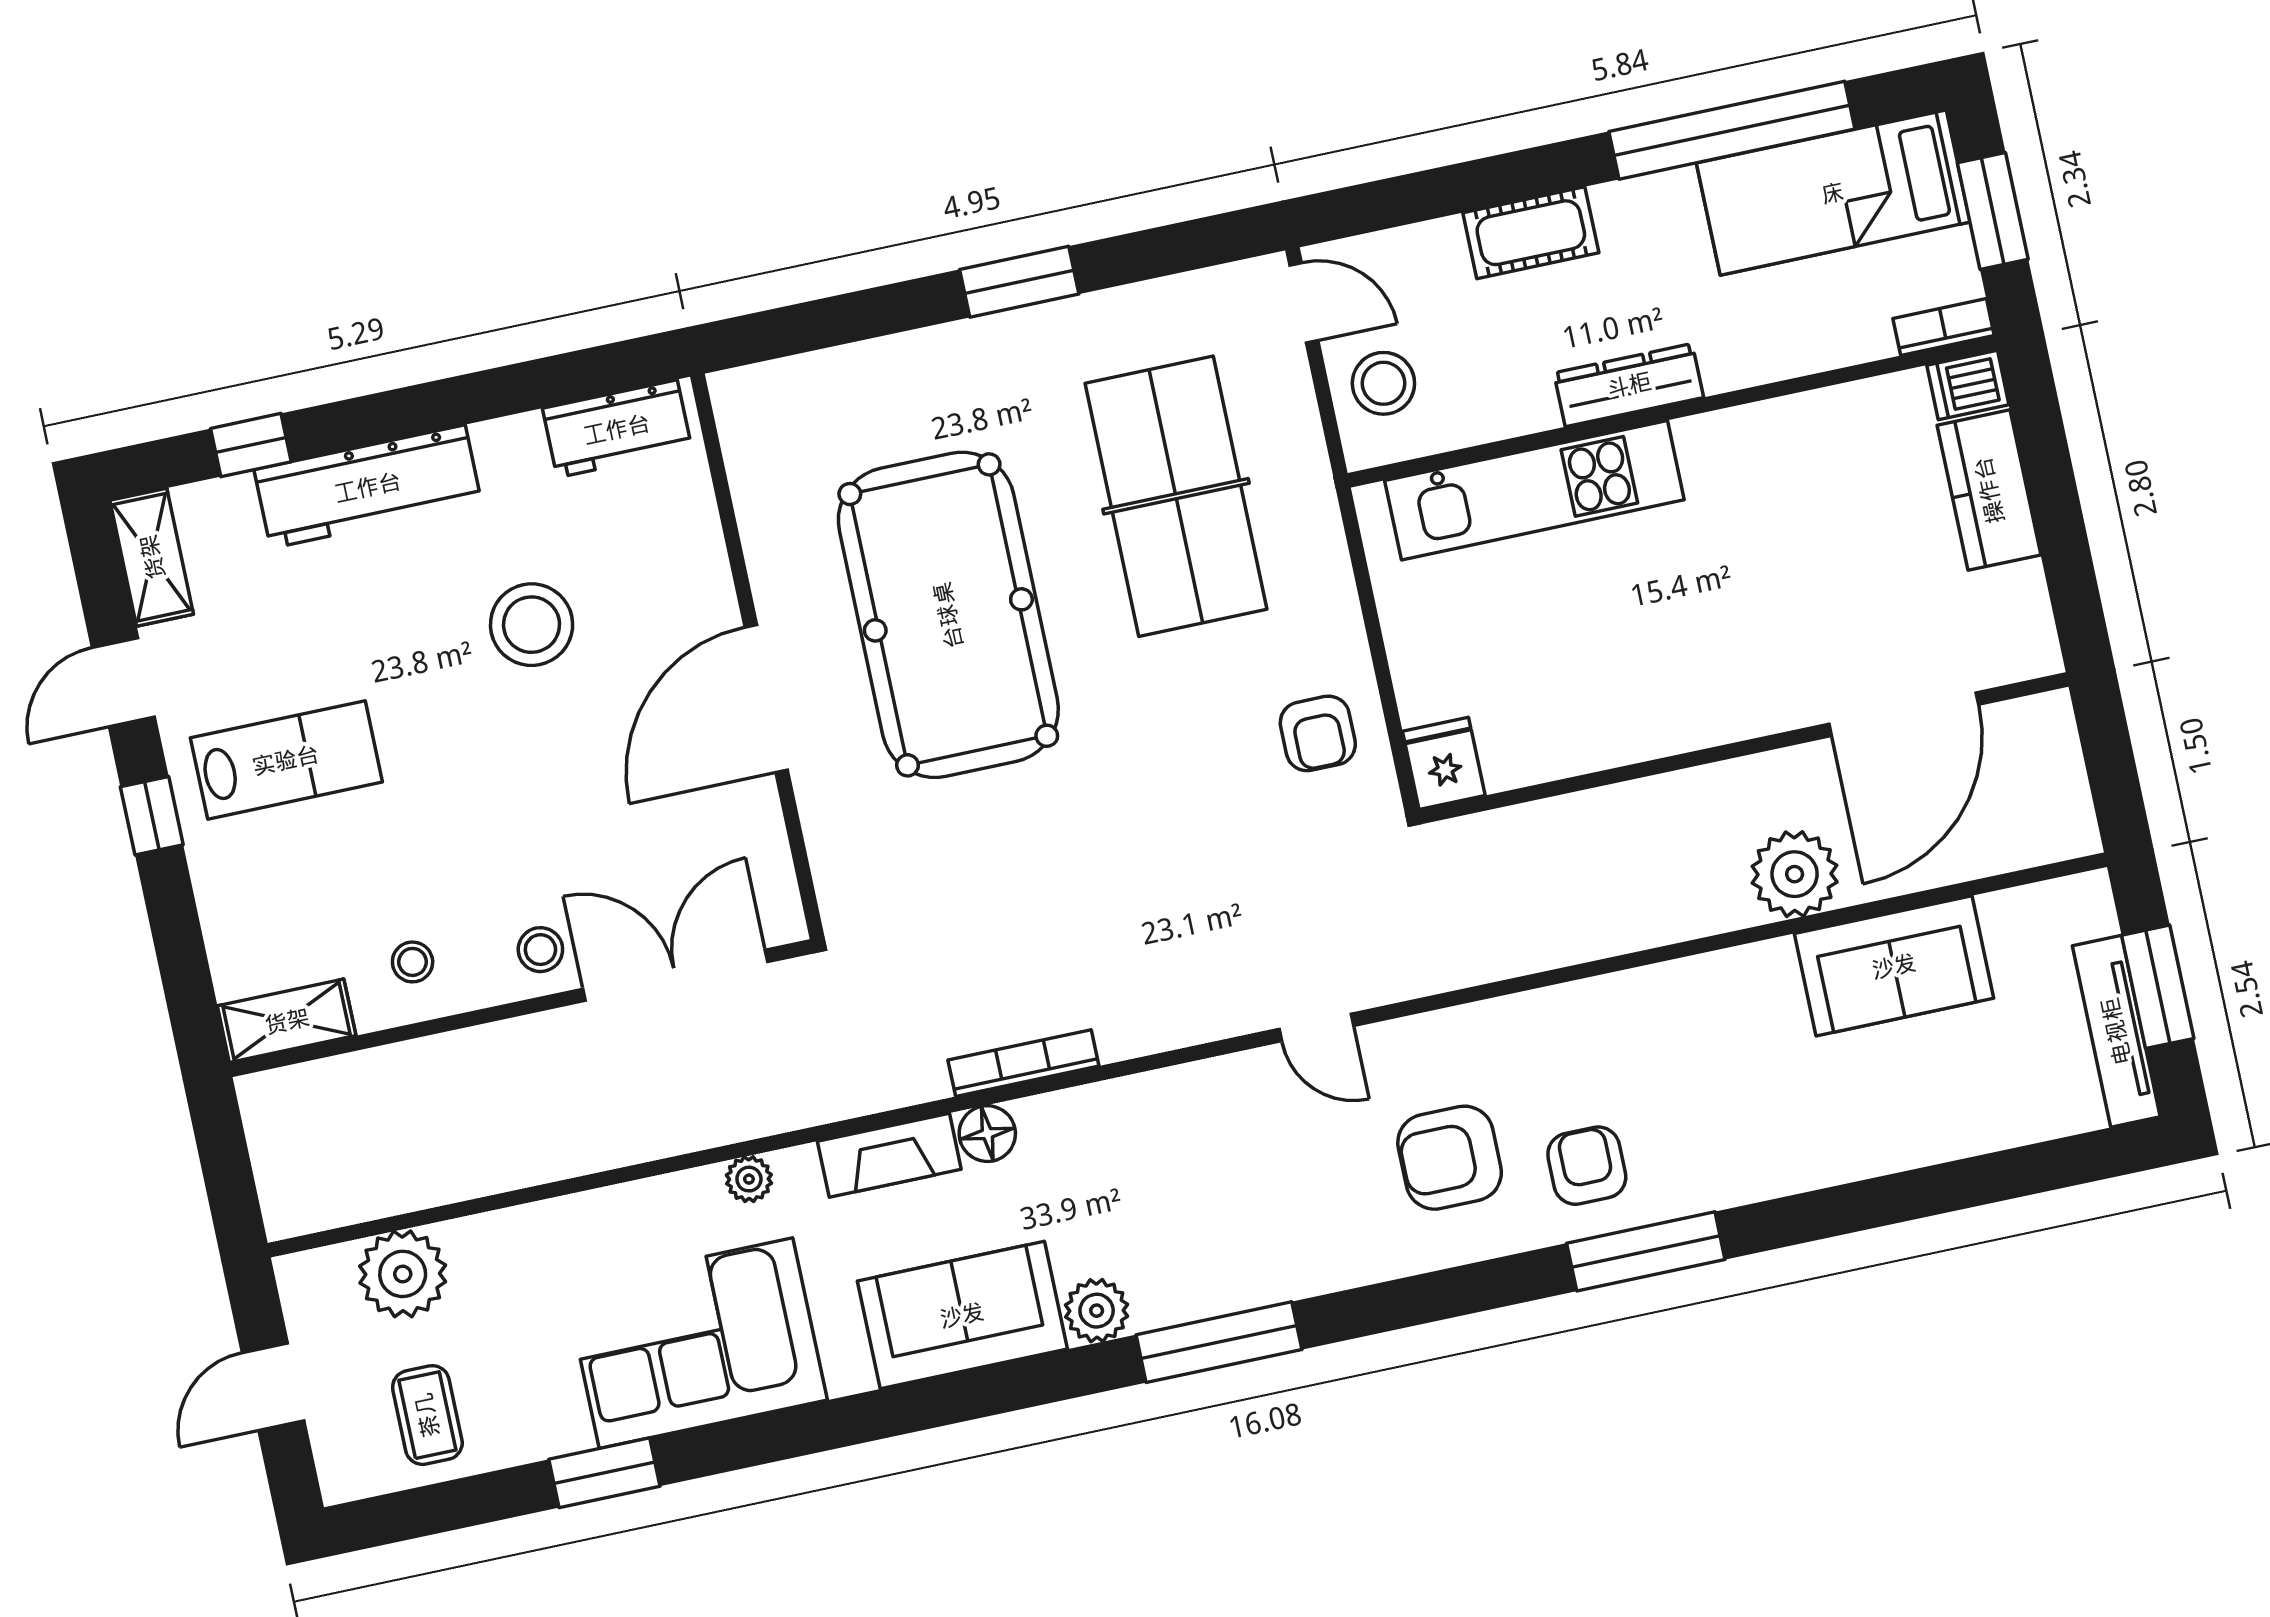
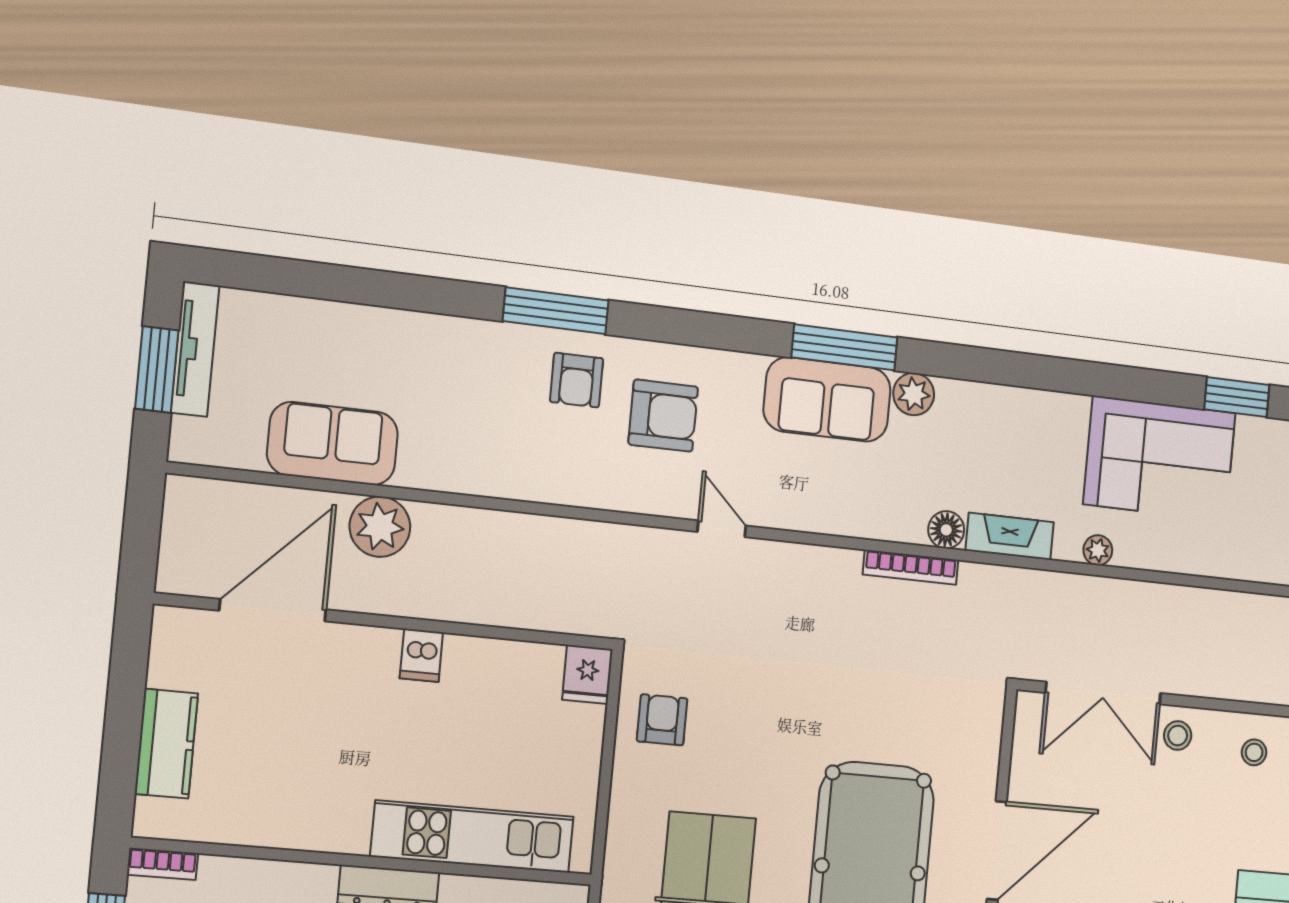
dishwasher: (1968, 385) -> (421, 655), moved, turned 90
sofa: (962, 1315) -> (827, 399), moved

